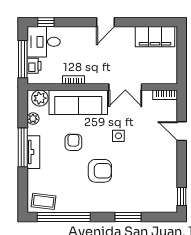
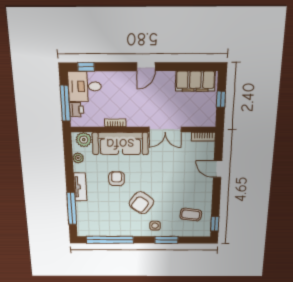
window: (182, 55) -> (221, 99), added
side table: (118, 136) -> (155, 226), moved
window: (23, 147) -> (72, 208), moved
armchair: (100, 171) -> (141, 203), turned 127
coffee table: (44, 201) -> (191, 215), moved

